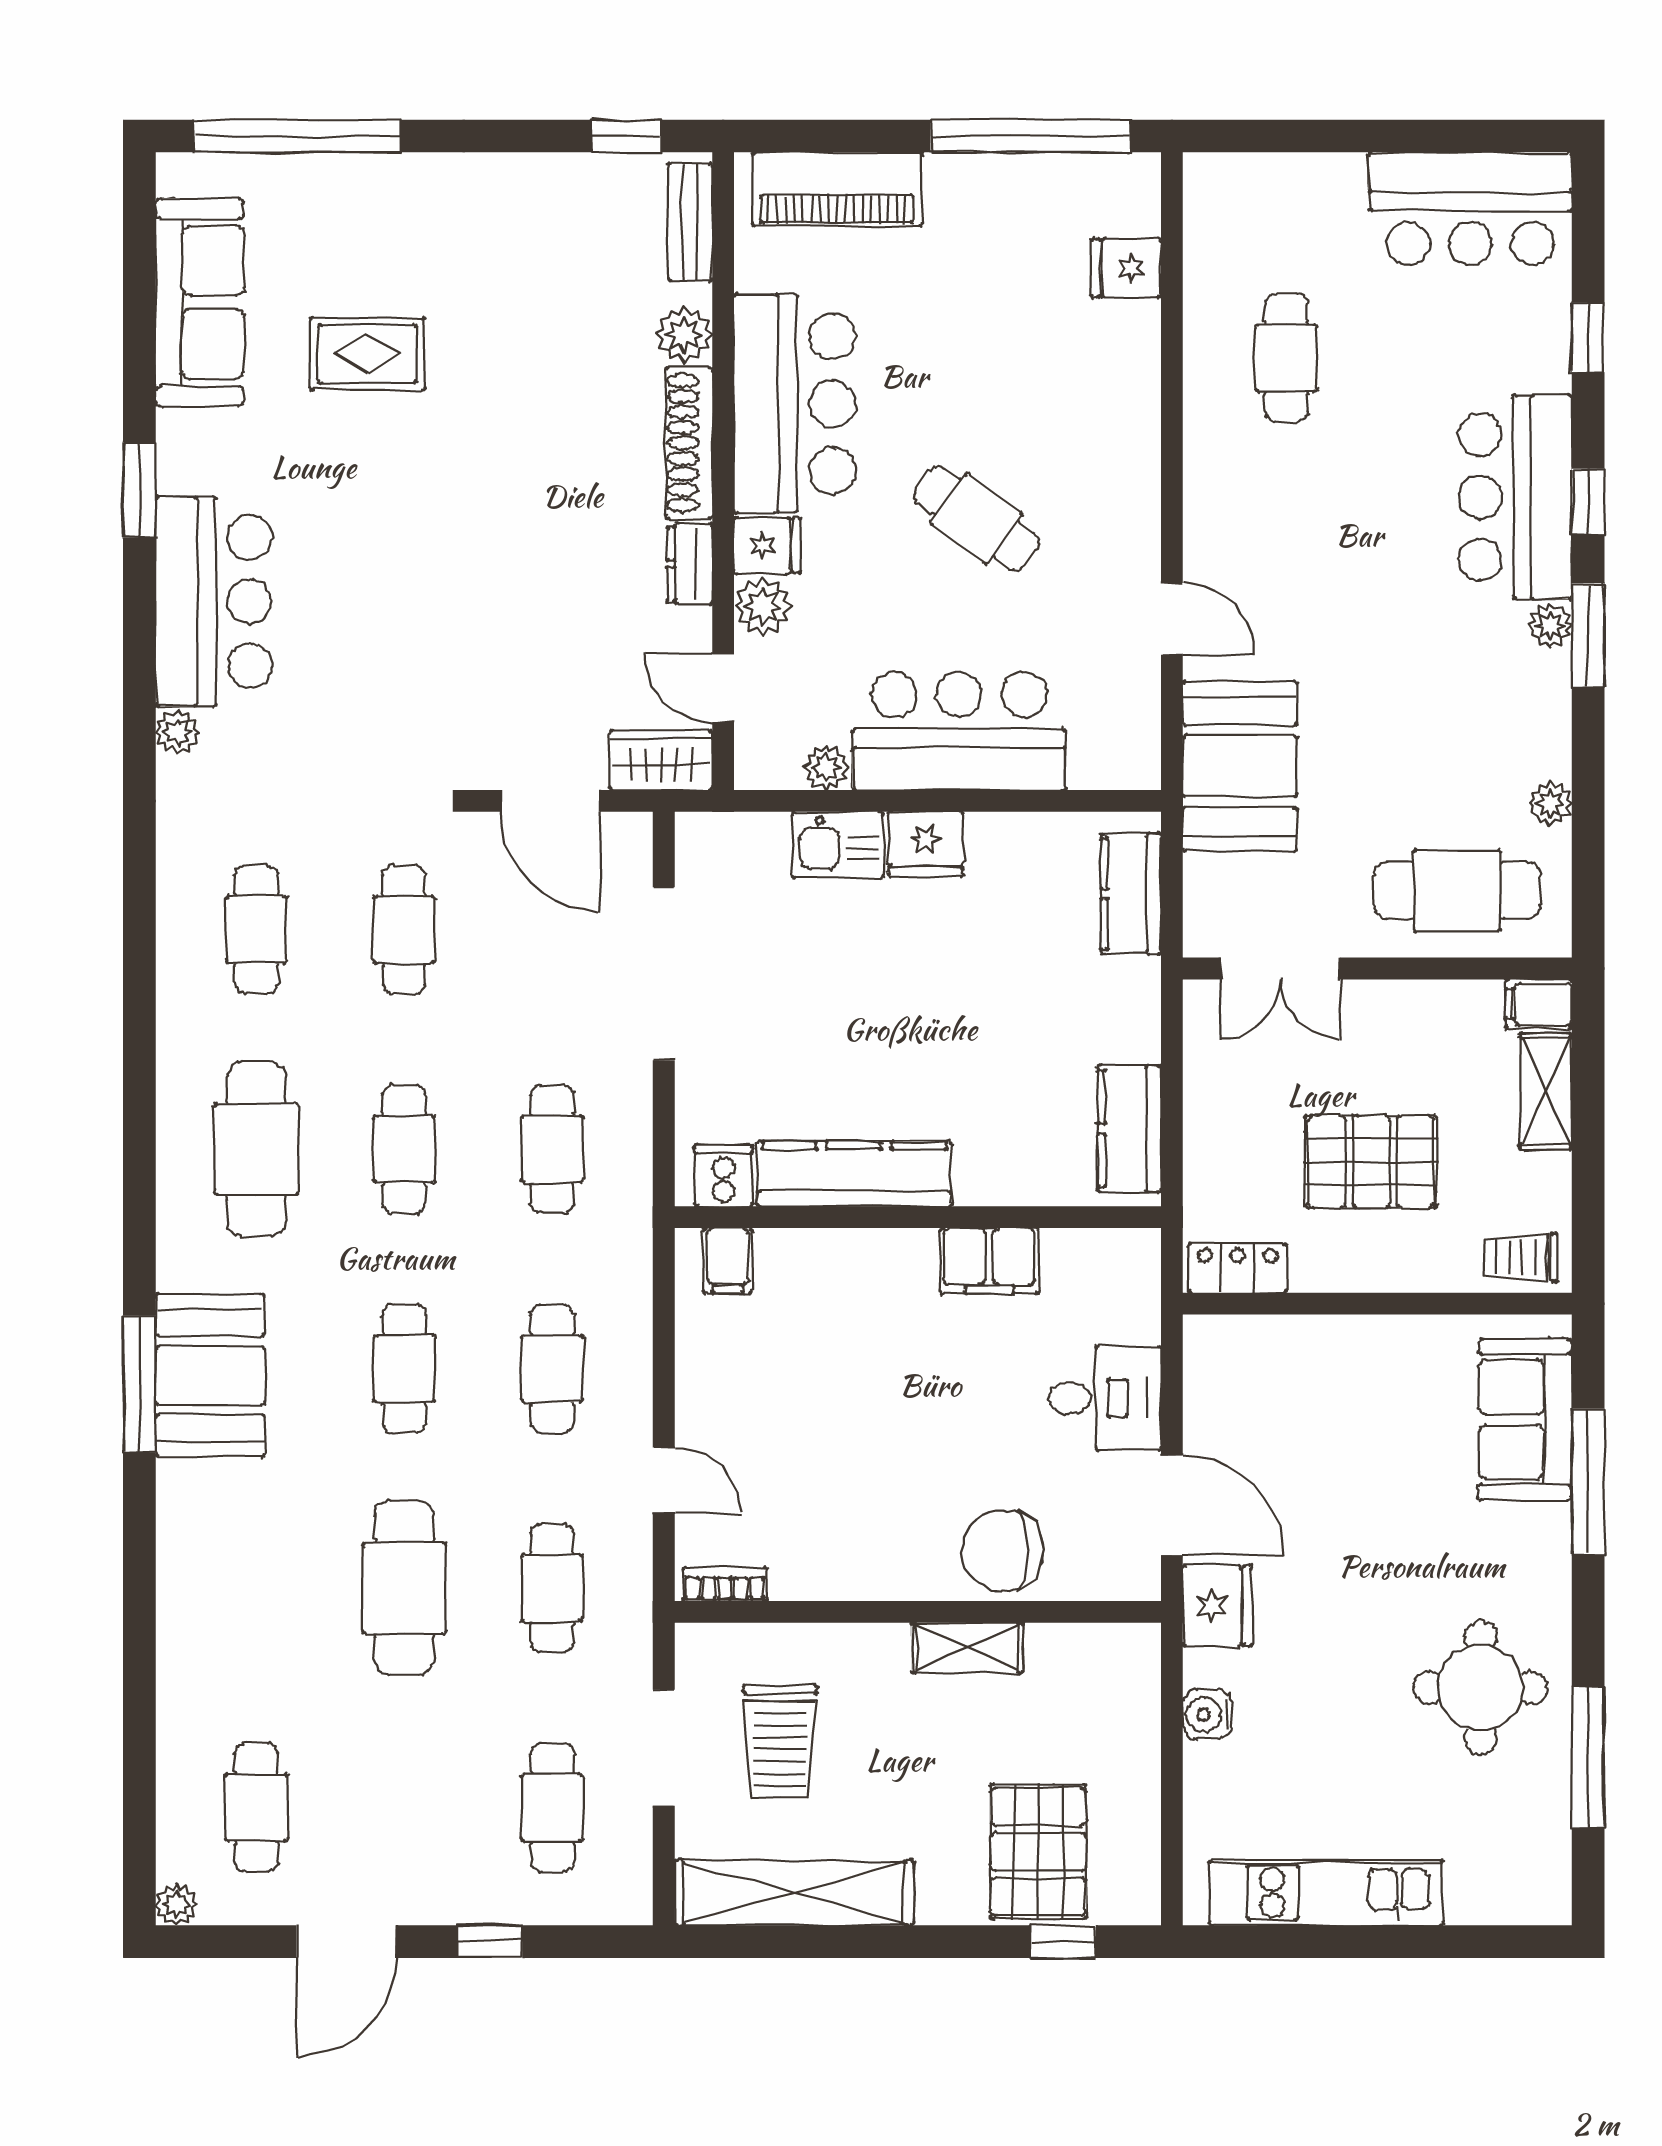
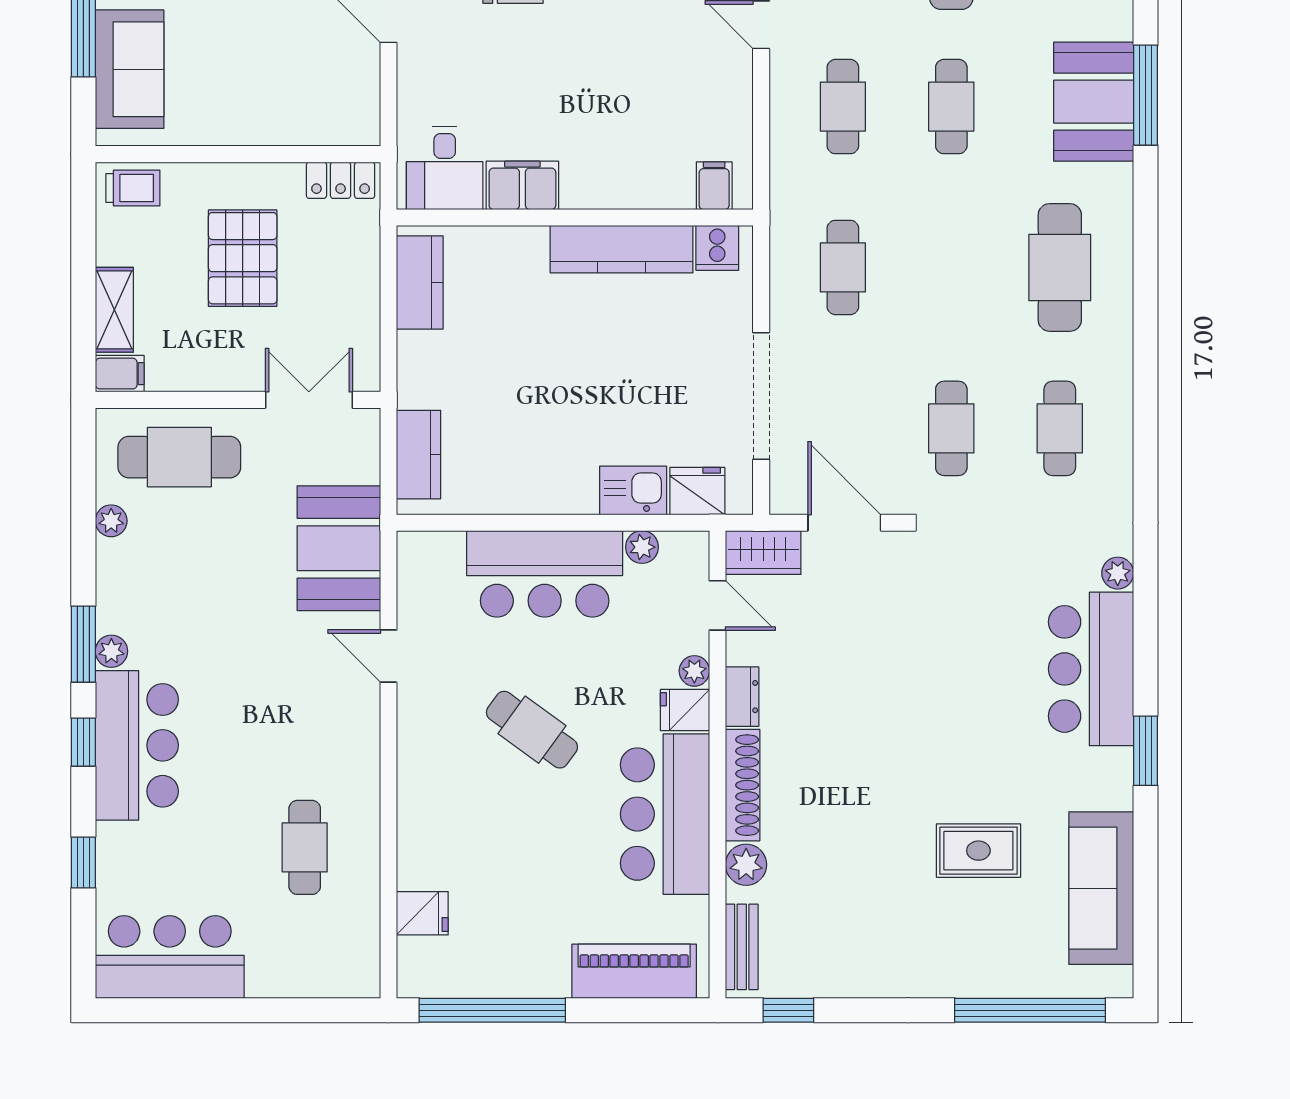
plant: (763, 606) -> (694, 671), width x0.73, depth x0.73
fridge: (926, 844) -> (697, 491), moved
cafe table: (404, 1149) -> (951, 267), removed
pallet: (1371, 1162) -> (243, 258), turned 90
desk: (1105, 1398) -> (445, 168), moved, turned -90

